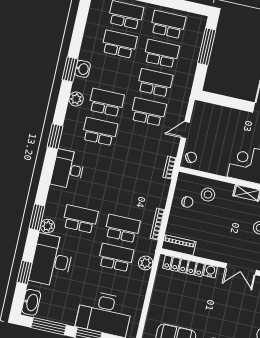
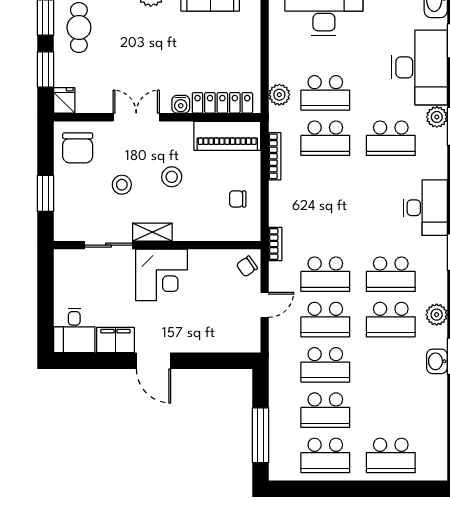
school desk: (119, 44) -> (325, 274), moved
stool: (208, 195) -> (172, 177), moved
piano: (179, 245) -> (227, 136), width x1.37, depth x1.33

